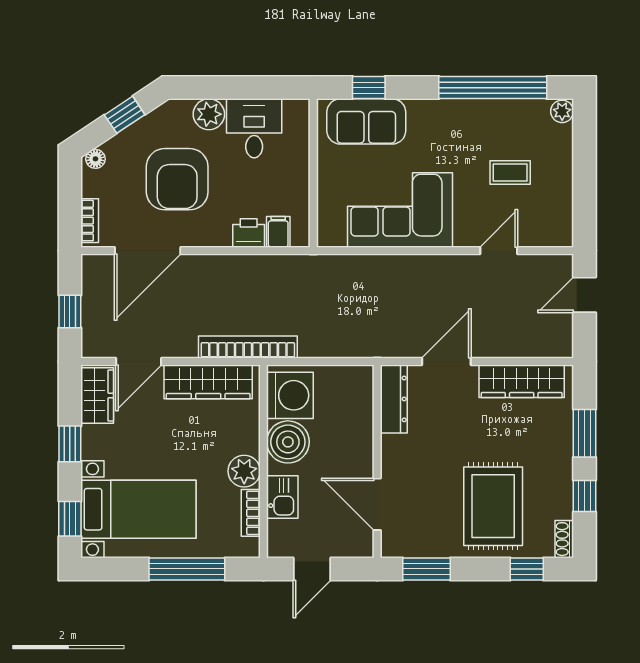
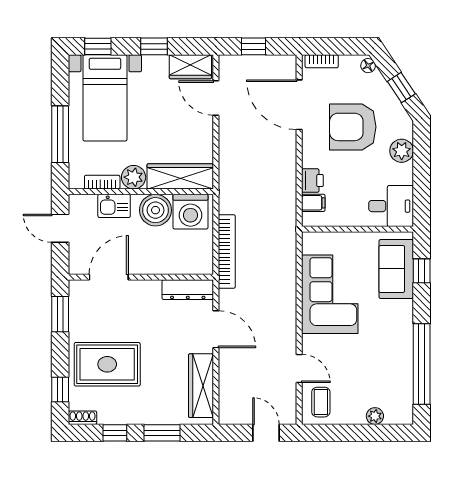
plant: (562, 111) -> (375, 416), moved
desk: (254, 128) -> (391, 206), moved
coffee table: (510, 173) -> (321, 402), moved
bookcase: (248, 347) -> (227, 251), moved
wardrobe: (208, 382) -> (180, 176), moved, turned 90

